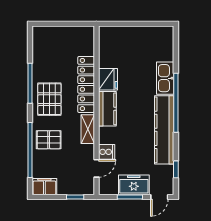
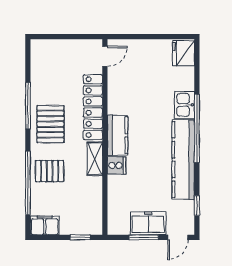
kitchen sink: (165, 78) -> (184, 105), width x0.73
fridge: (108, 79) -> (183, 53), moved, turned 180
cooker: (107, 152) -> (117, 165), moved
door: (96, 168) -> (105, 56), moved

